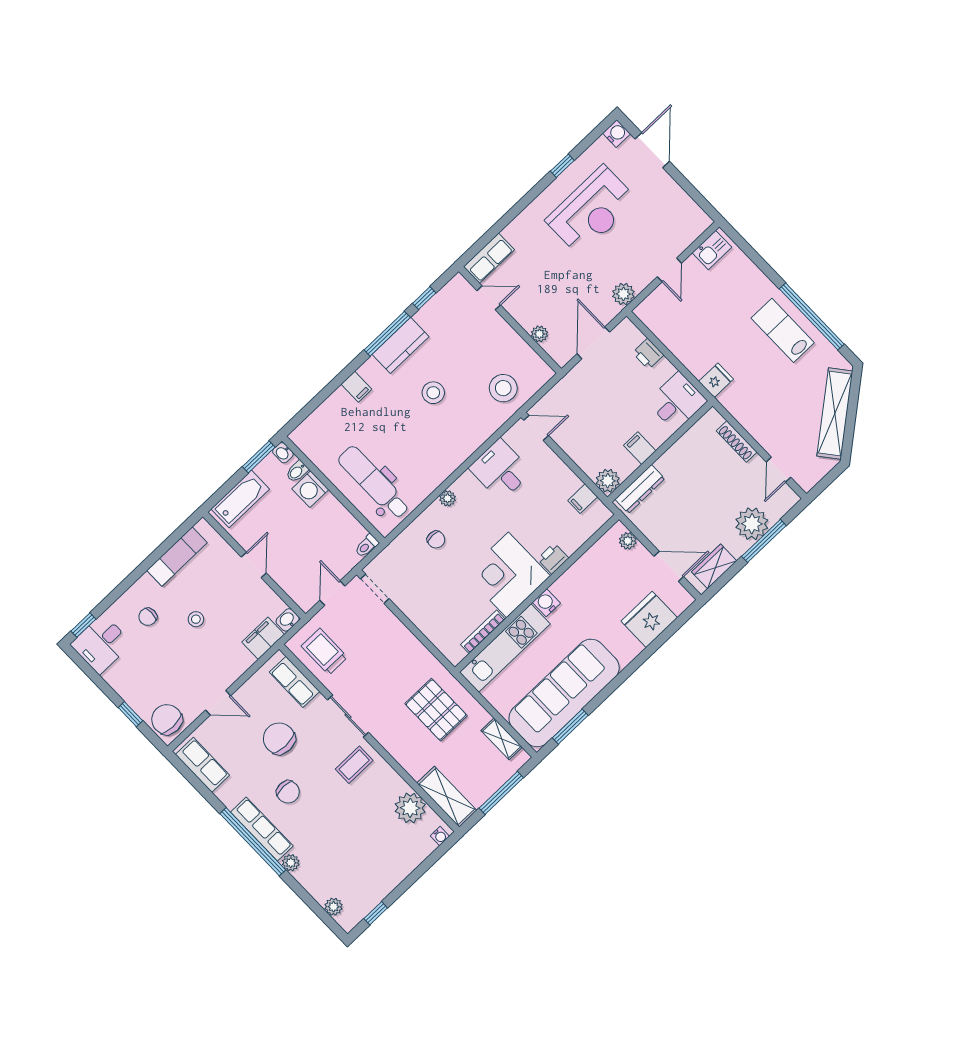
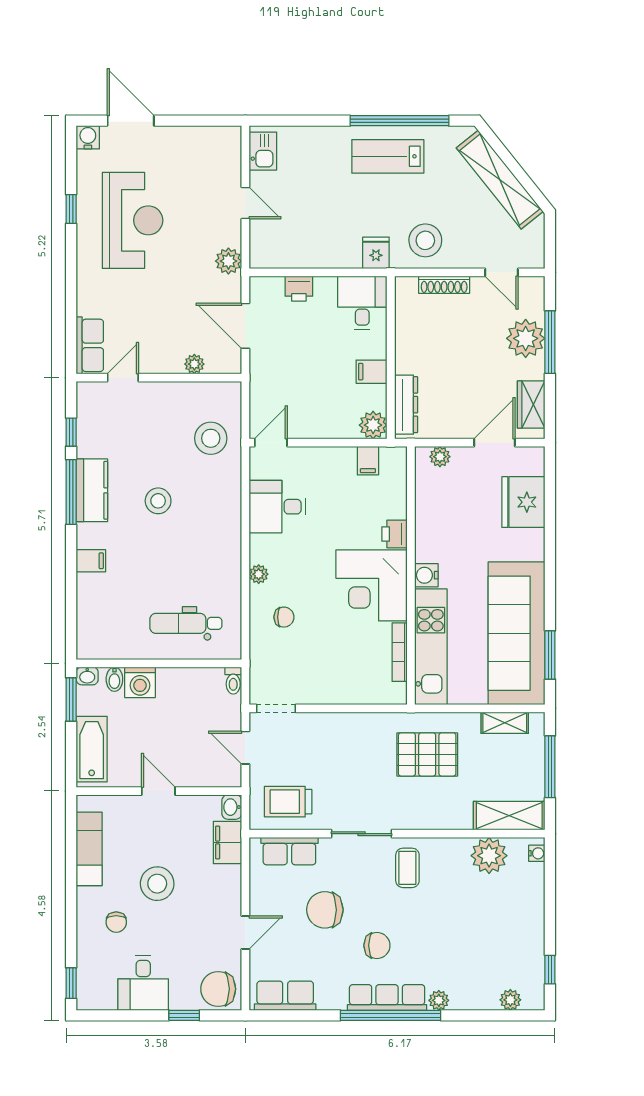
stool: (753, 403) -> (425, 240), added
dental chair: (374, 483) -> (186, 623), width x0.73, depth x0.72
stool: (196, 619) -> (157, 884), width x1.89, depth x1.89
desk: (101, 644) -> (143, 983), moved

